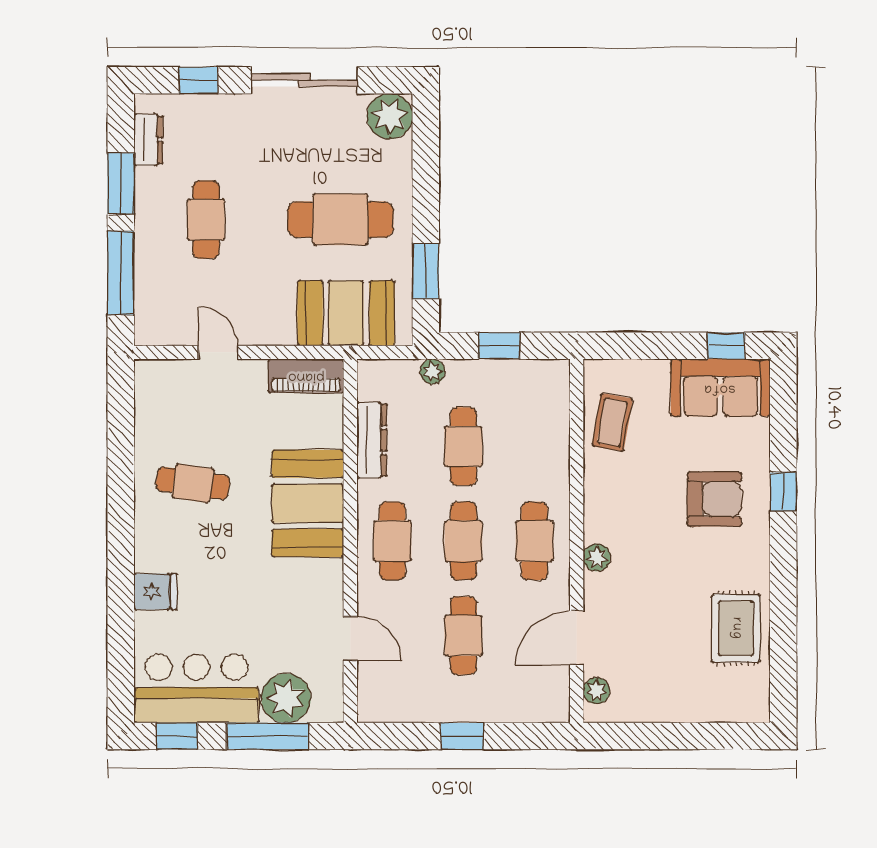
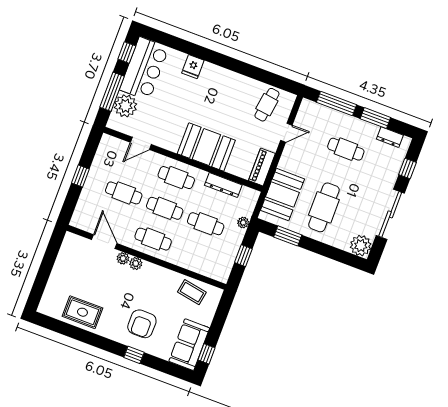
cafe table: (193, 483) -> (267, 105), moved
plant: (596, 691) -> (123, 258), moved

